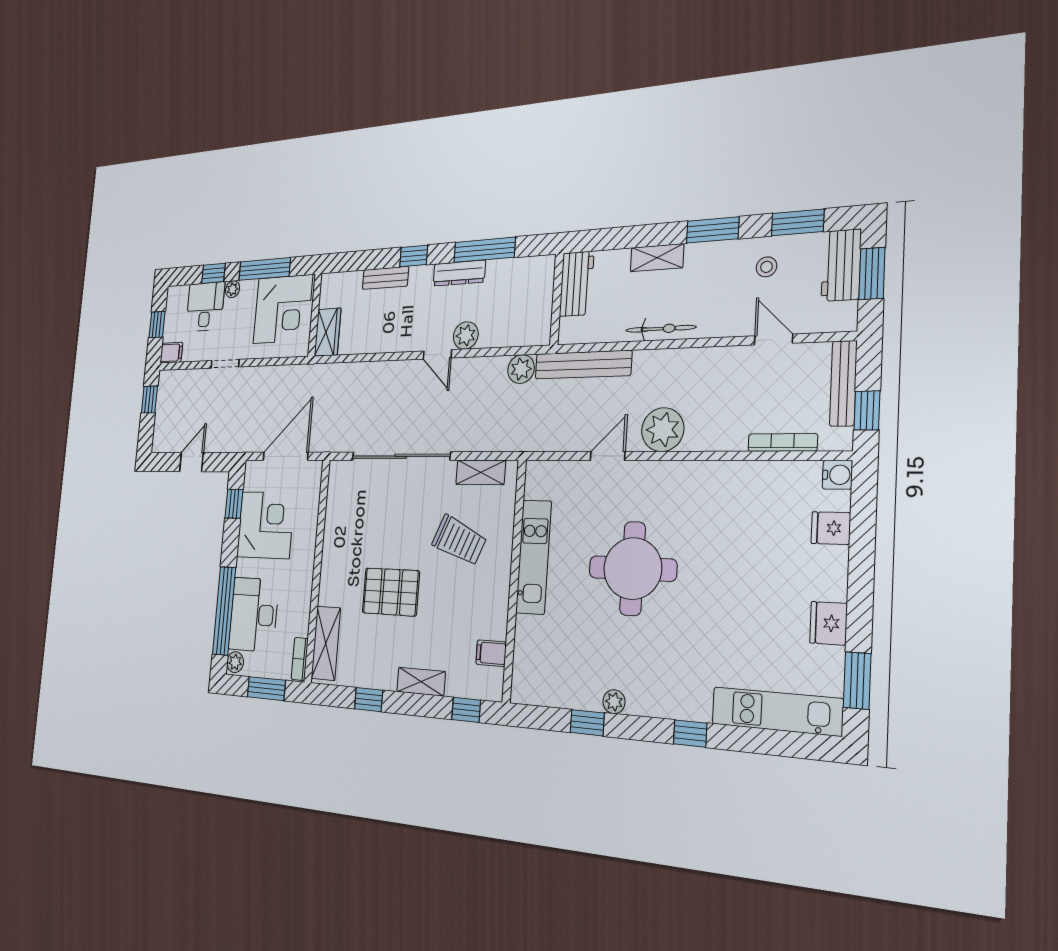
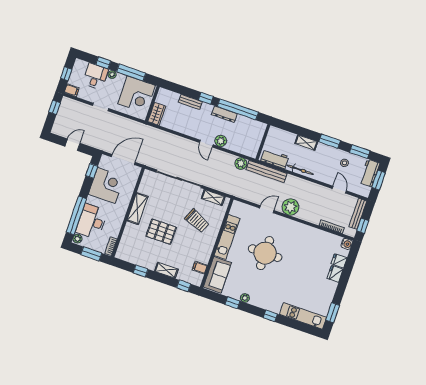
window: (484, 250) -> (238, 109), width x1.46
workbench: (577, 284) -> (275, 159), moved, turned -90
fridge: (828, 623) -> (335, 274), moved
shelving: (326, 643) -> (137, 209), moved
sofa: (535, 660) -> (217, 275), added

